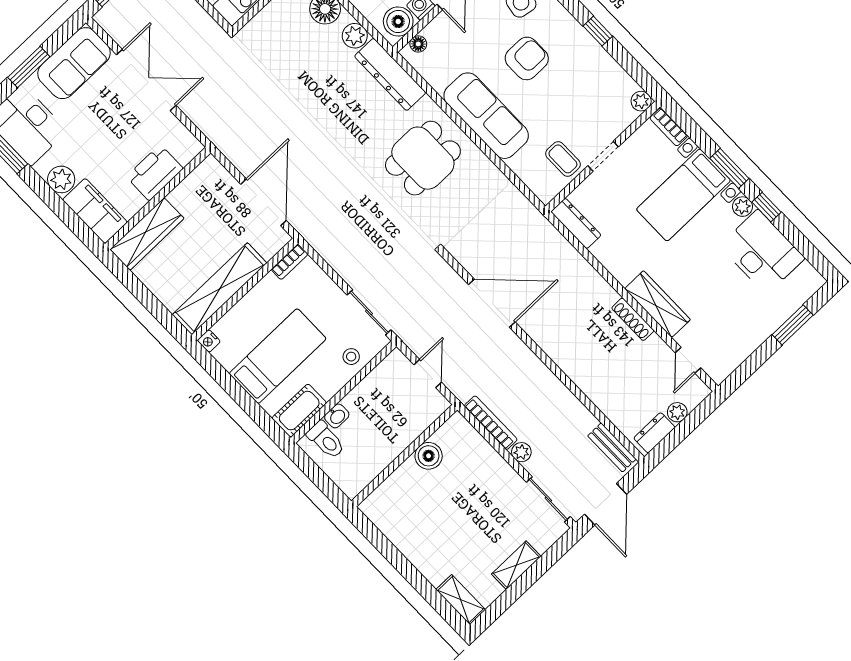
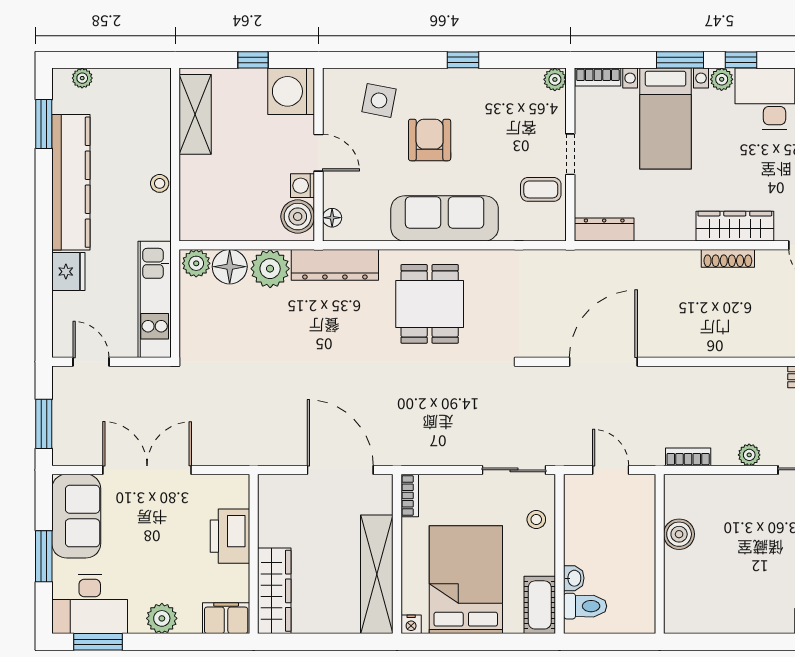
plant: (355, 36) -> (270, 269), width x1.36, depth x1.36
filing cabinet: (95, 211) -> (226, 618), width x0.67, depth x0.86
bed: (278, 356) -> (466, 580), width x1.50
bookcase: (491, 423) -> (688, 457), width x0.64

